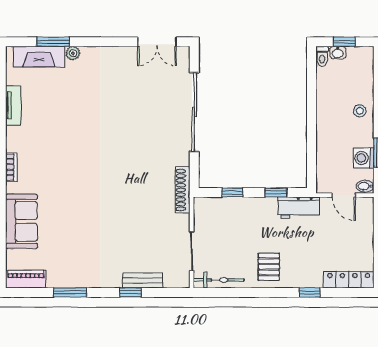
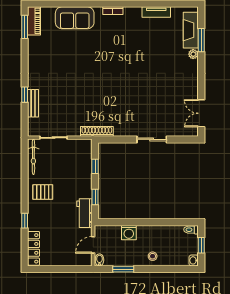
washbasin: (338, 53) -> (194, 260), moved
sliding door: (194, 112) -> (152, 139), width x0.54
washing machine: (363, 158) -> (129, 233), moved, turned 180
window: (70, 292) -> (25, 27), moved

